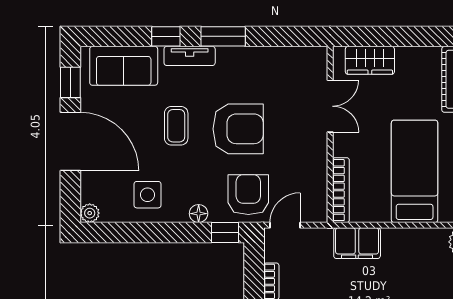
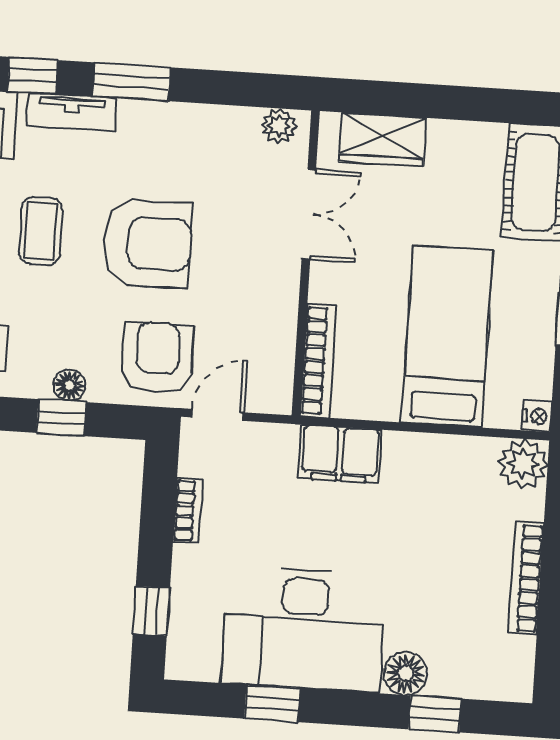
plant: (310, 56) -> (279, 126), added
window: (225, 232) -> (61, 418), moved

